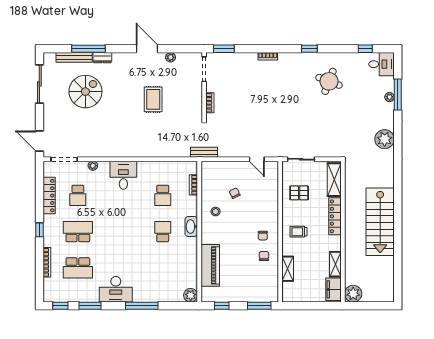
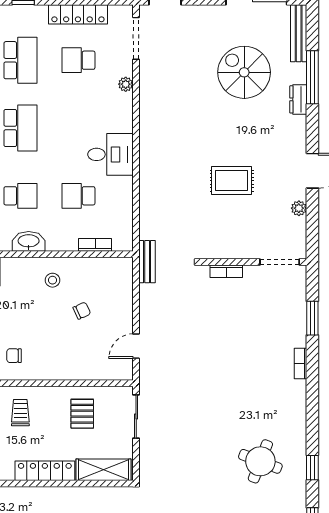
window: (224, 49) -> (312, 318), moved
window: (309, 49) -> (312, 468), moved
bench: (74, 57) -> (299, 33), moved
spiral stairs: (85, 92) -> (244, 72), turned 180
desk: (123, 175) -> (110, 154), moved
school desk: (120, 232) -> (20, 128), added

